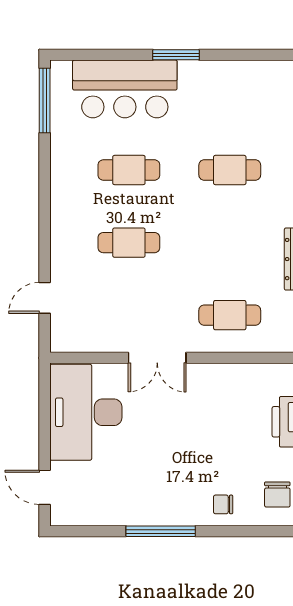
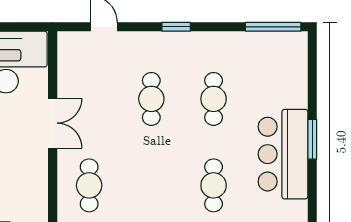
bar counter: (125, 89) -> (283, 154), moved
window: (45, 214) -> (176, 27), added
double door: (157, 358) -> (53, 123), swing flipped

